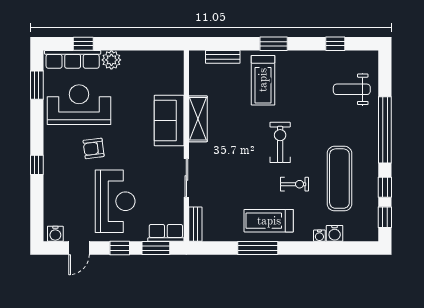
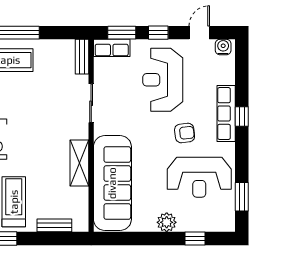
row of seats: (73, 59) -> (226, 114), moved, turned -90
sofa: (169, 121) -> (112, 183), width x1.85, depth x1.27

